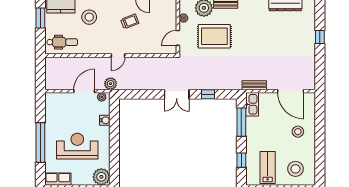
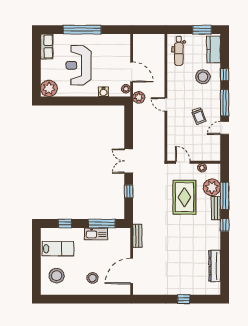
kitchen sink: (252, 104) -> (96, 234), moved
reception desk: (77, 146) -> (79, 65), turned 180

